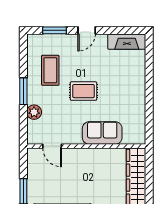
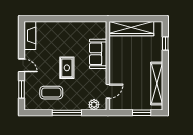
window: (23, 91) -> (67, 113), width x1.44
plant: (34, 112) -> (94, 105), moved

